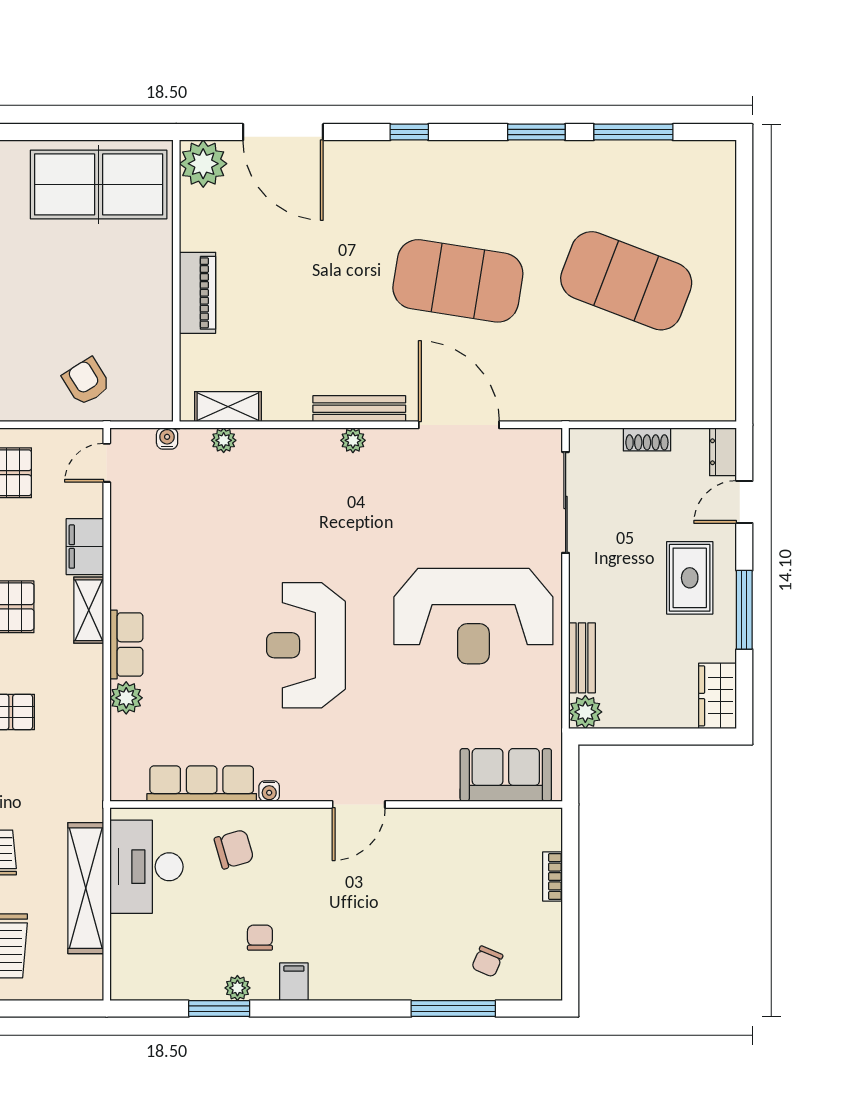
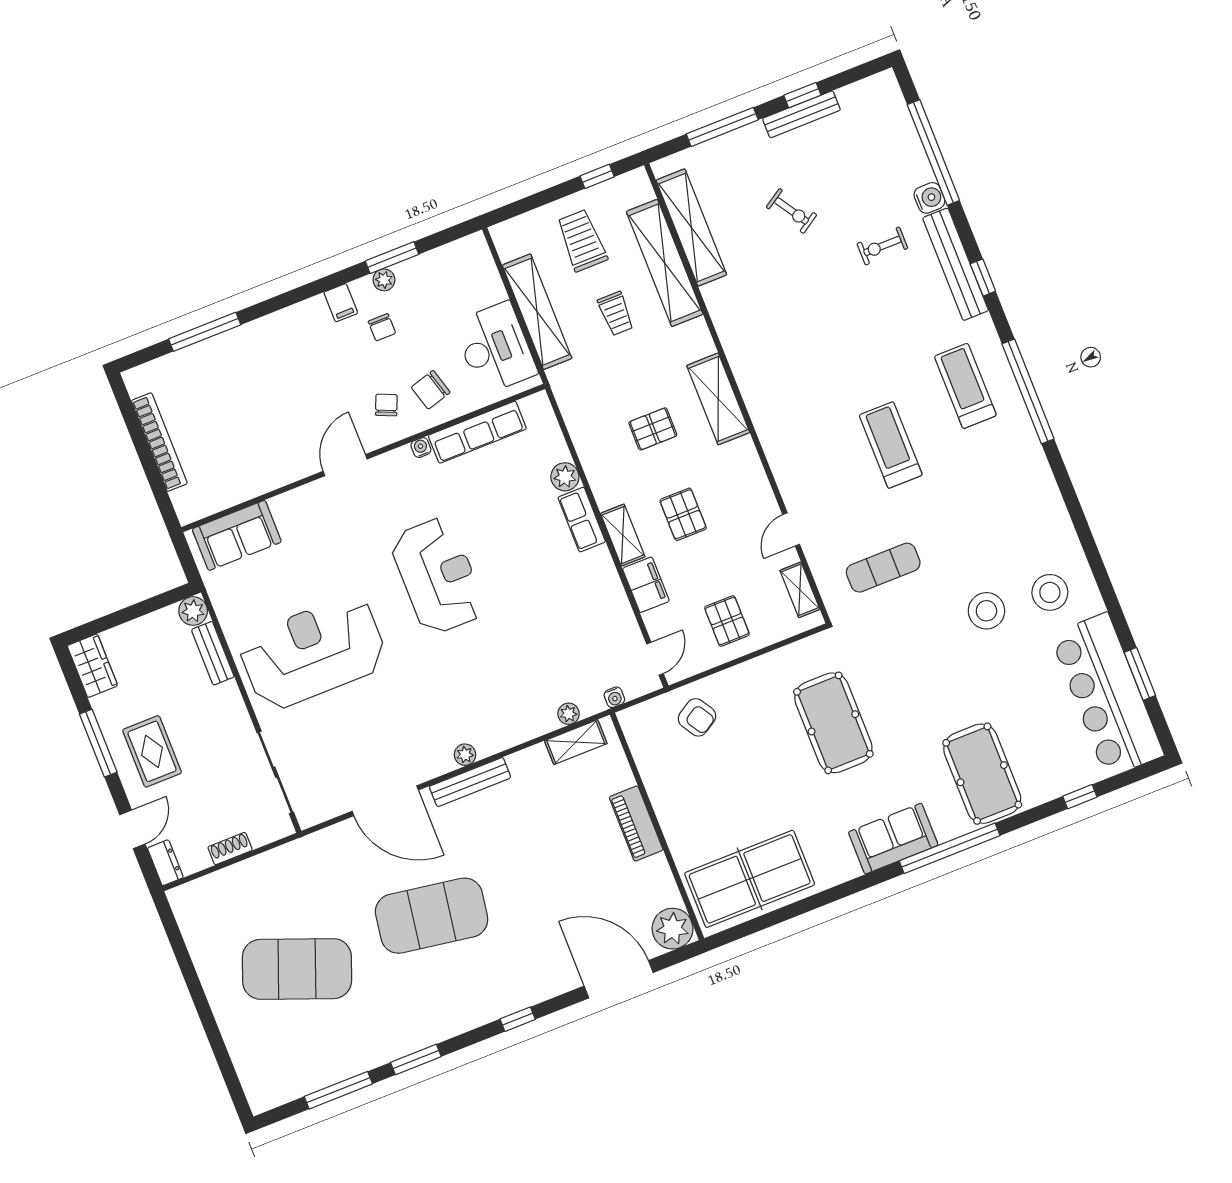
bookcase: (552, 877) -> (159, 442), width x2.31, depth x1.31
chair: (487, 962) -> (386, 405), moved

